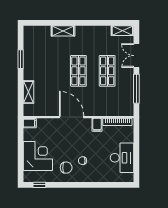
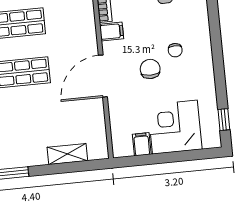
filing cabinet: (30, 123) -> (142, 144), moved
chair: (66, 168) -> (150, 69), moved

